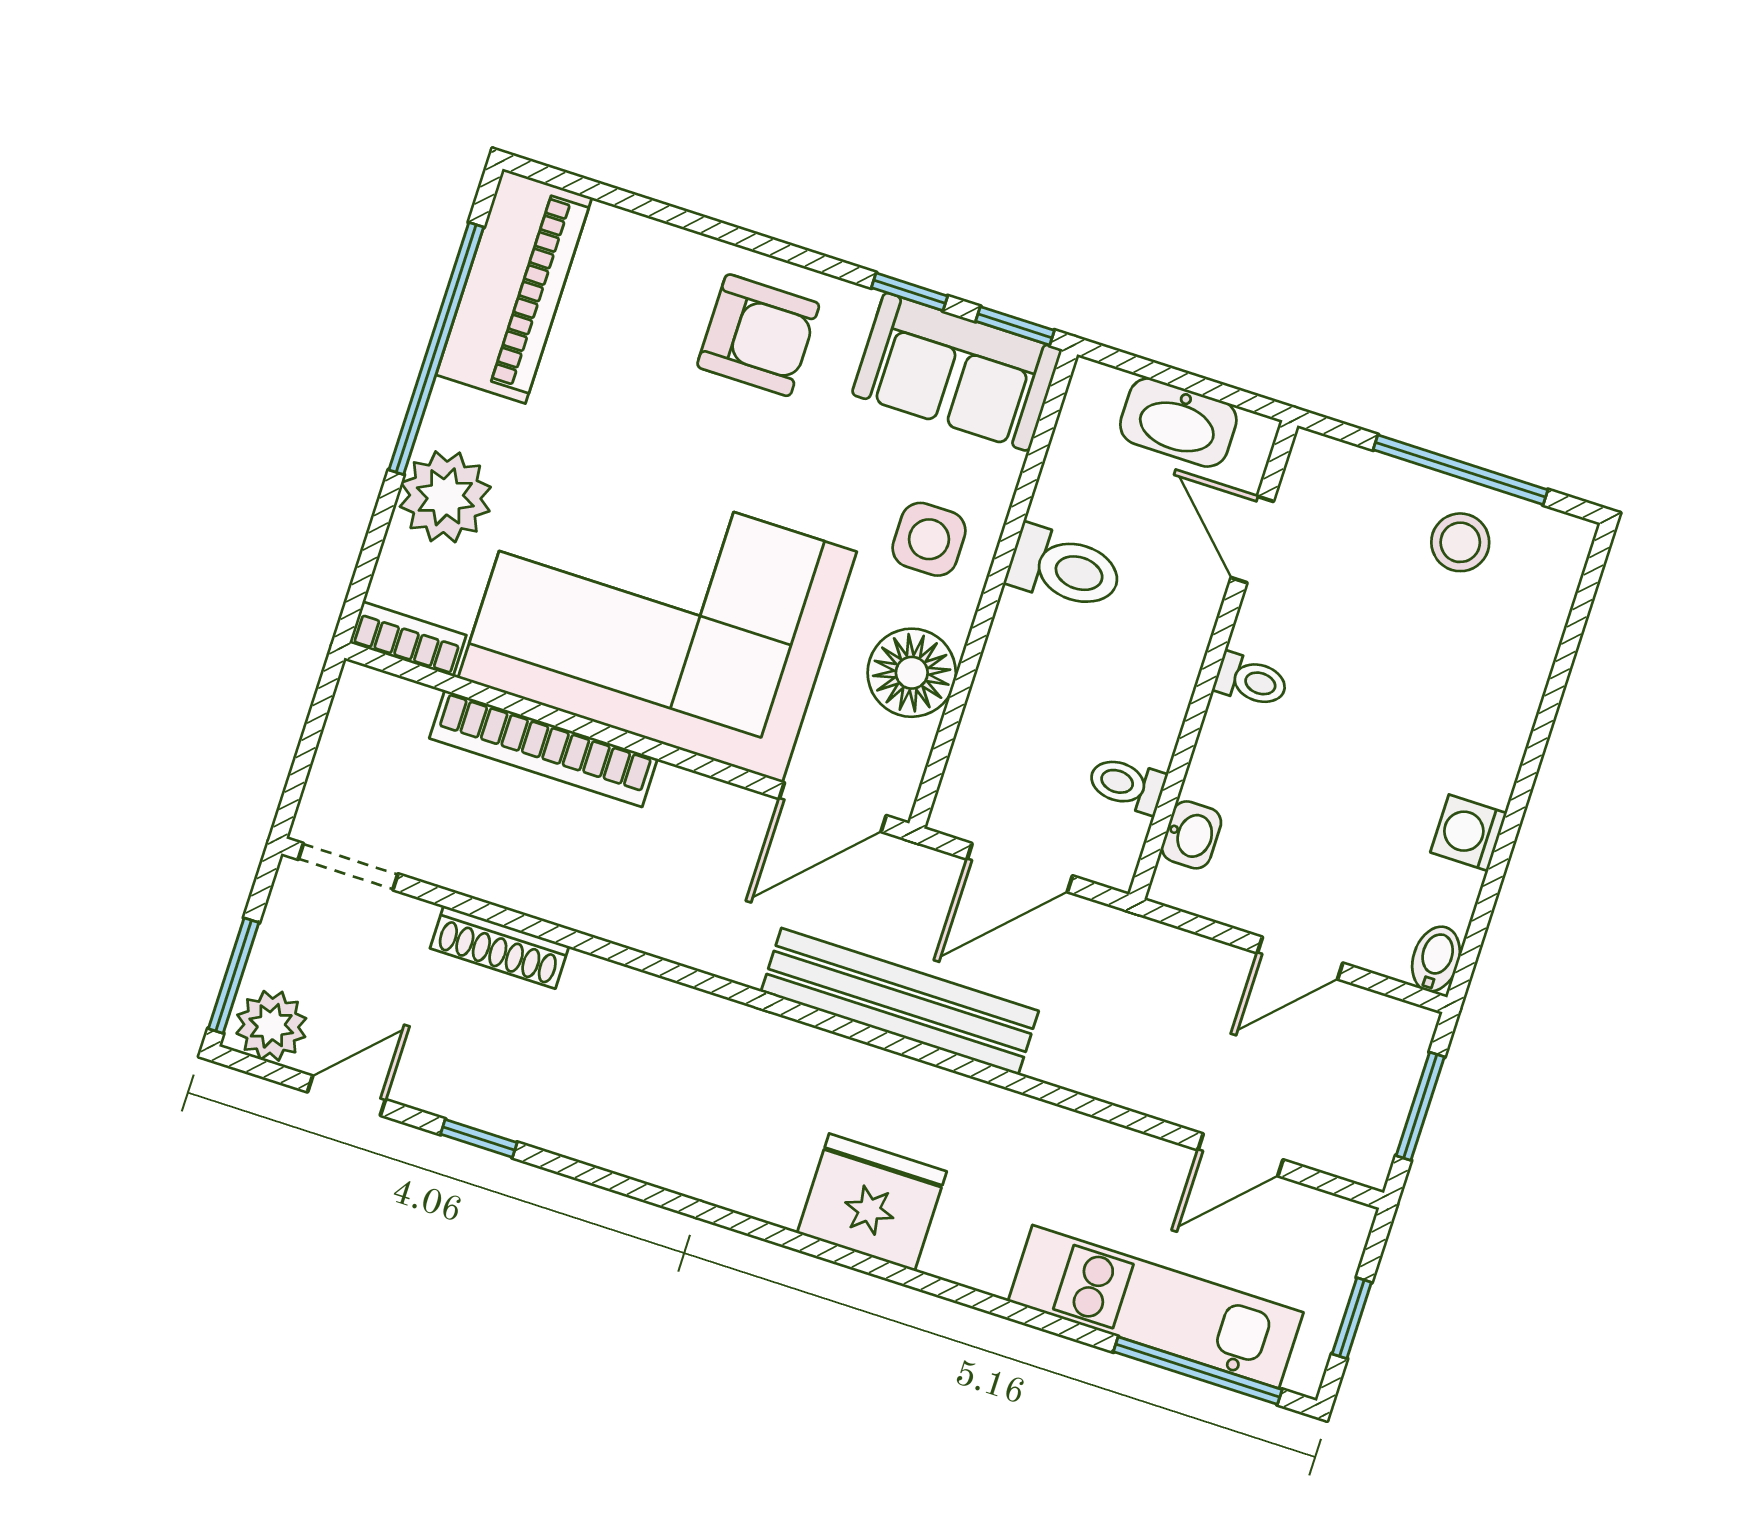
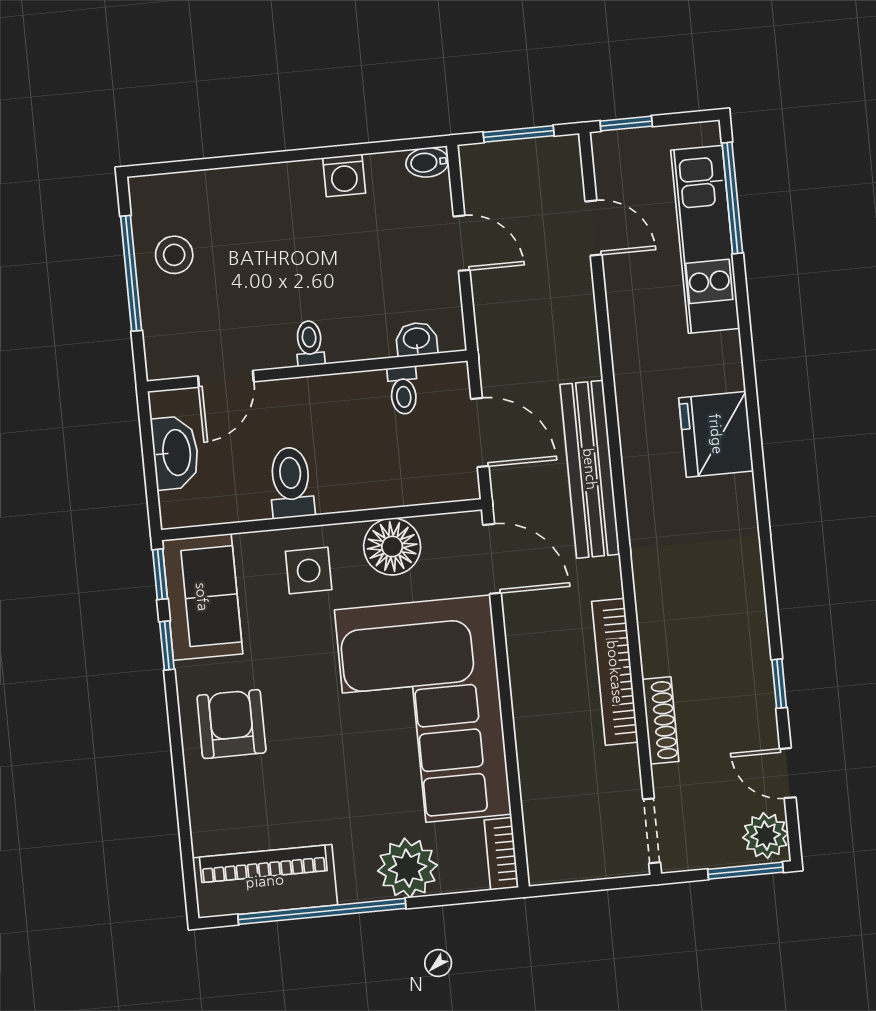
bookcase: (543, 748) -> (615, 672), moved, turned 180
window: (1352, 1318) -> (626, 124), moved

